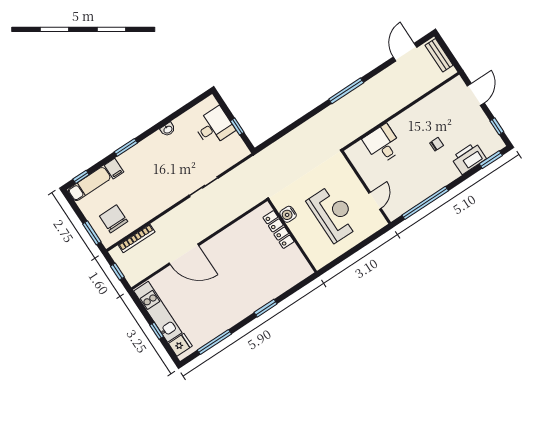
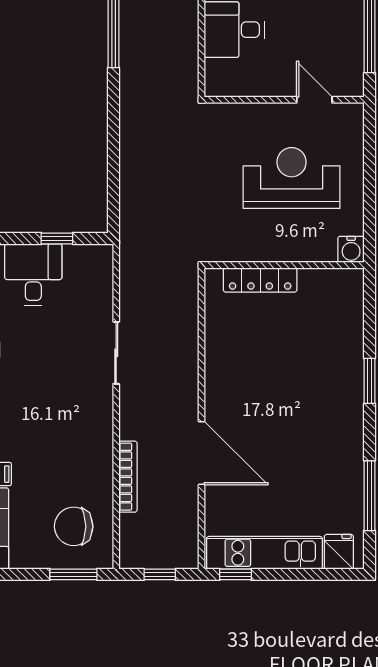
water cooler: (288, 214) -> (351, 249), moved
bookcase: (137, 238) -> (128, 477), moved
door: (184, 254) -> (202, 453), hinge flipped
window: (157, 331) -> (236, 574), moved

